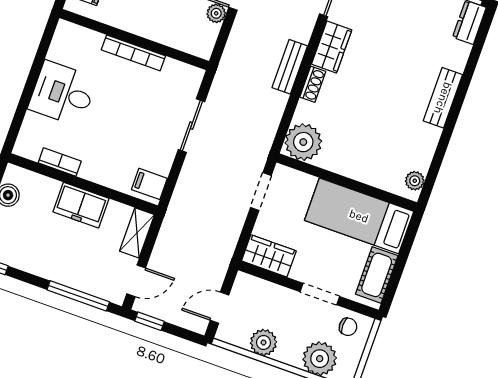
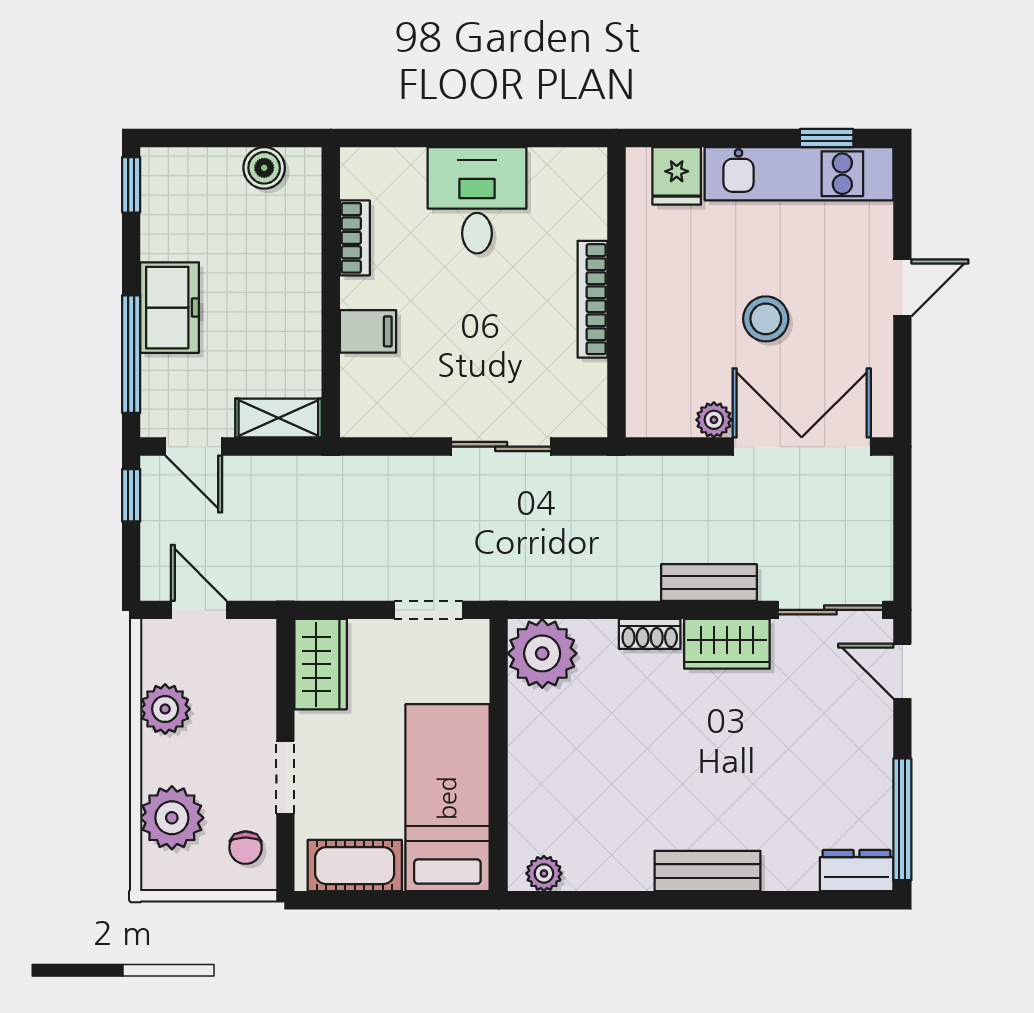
bench: (290, 67) -> (709, 583), moved
filing cabinet: (149, 184) -> (368, 331), moved, turned 90
freezer: (81, 205) -> (170, 308), moved, turned 180

